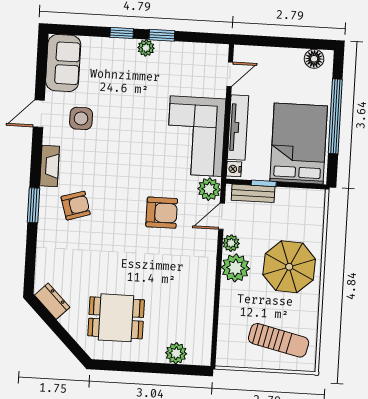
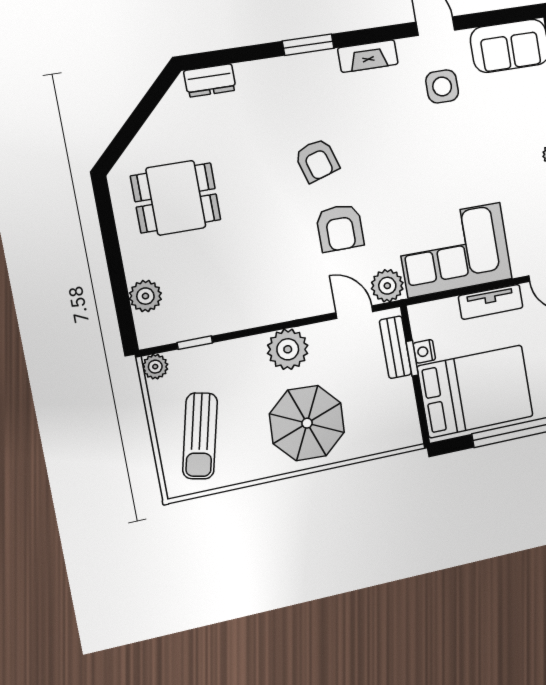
tv unit: (238, 127) -> (491, 302), width x0.71
nightstand: (234, 169) -> (424, 351), moved, turned -90
armchair: (76, 206) -> (317, 160), moved
plant: (231, 243) -> (155, 367), moved
dresser: (52, 301) -> (210, 80), moved, turned 45
dining table: (116, 318) -> (176, 198), turned 90
window: (215, 329) -> (195, 343), added

